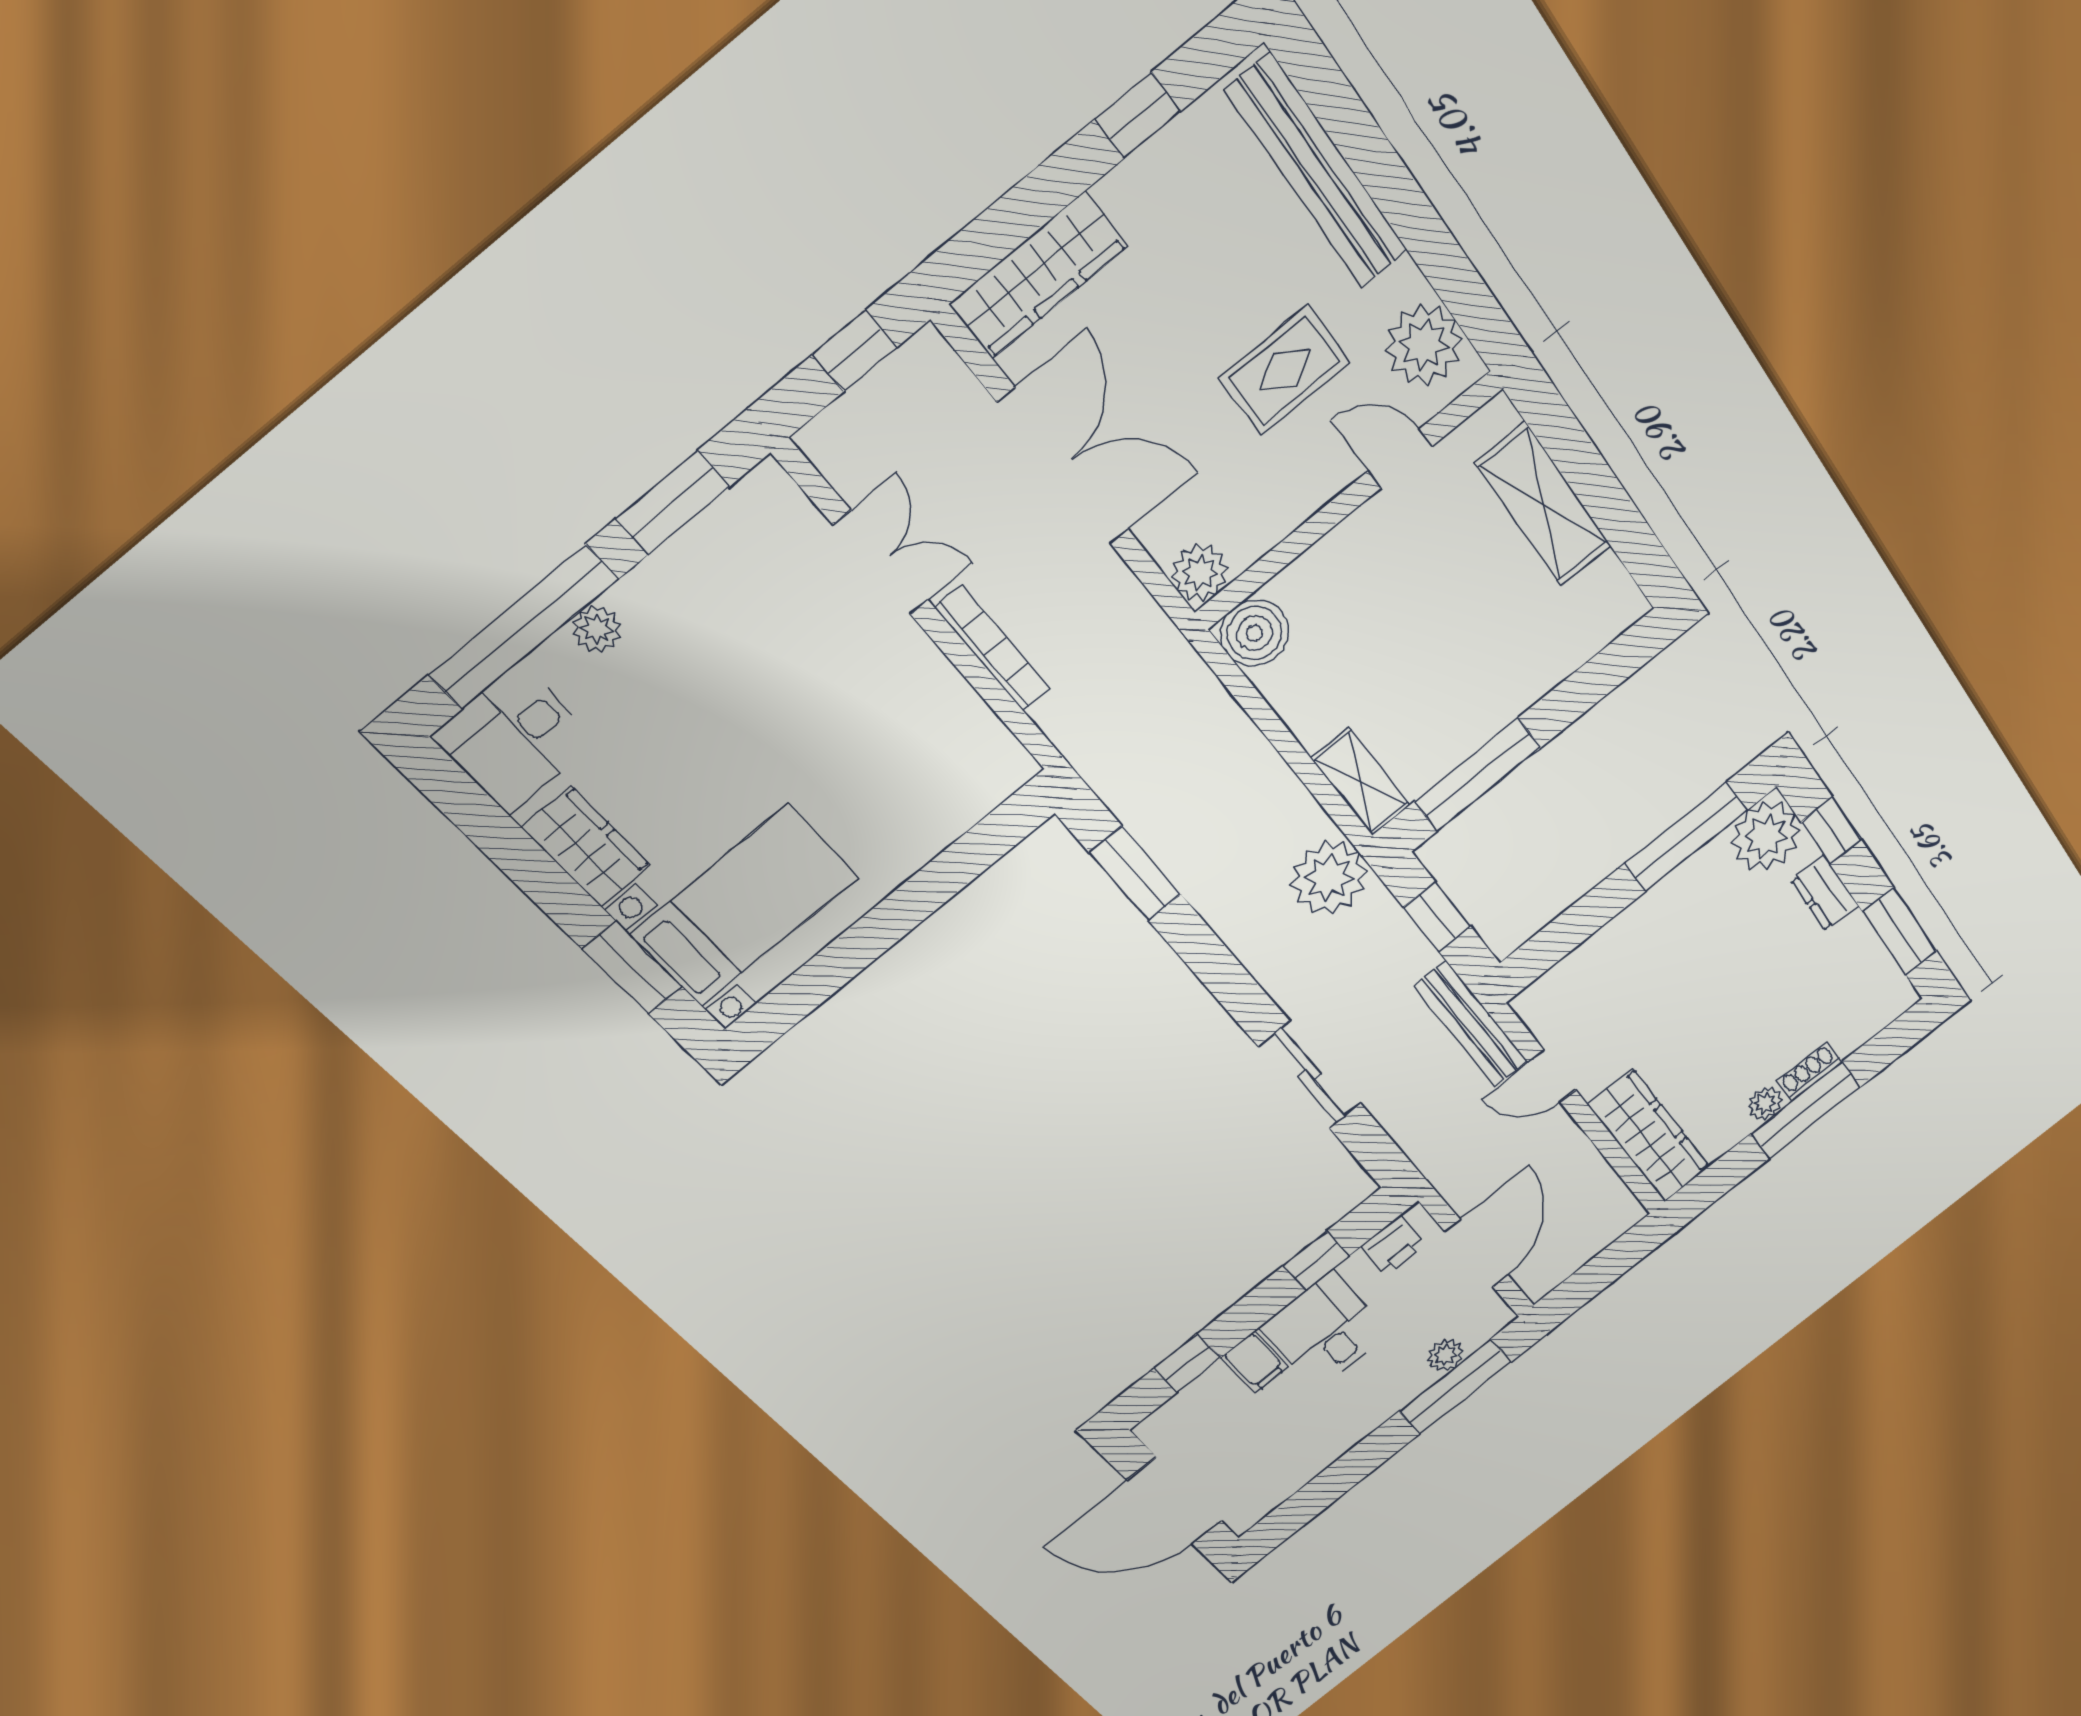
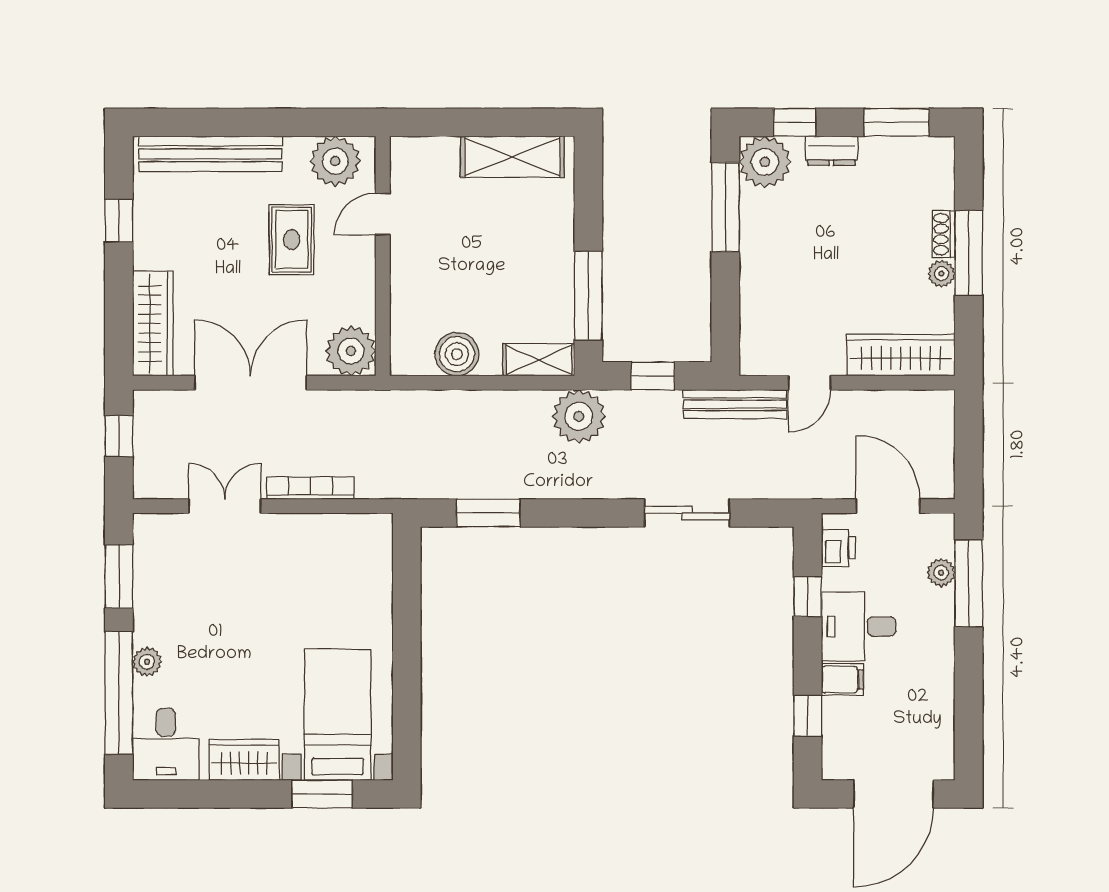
shelving: (1543, 505) -> (512, 157), moved
plant: (1200, 573) -> (351, 351), width x1.36, depth x1.36
boiler: (1255, 633) -> (457, 354), moved

